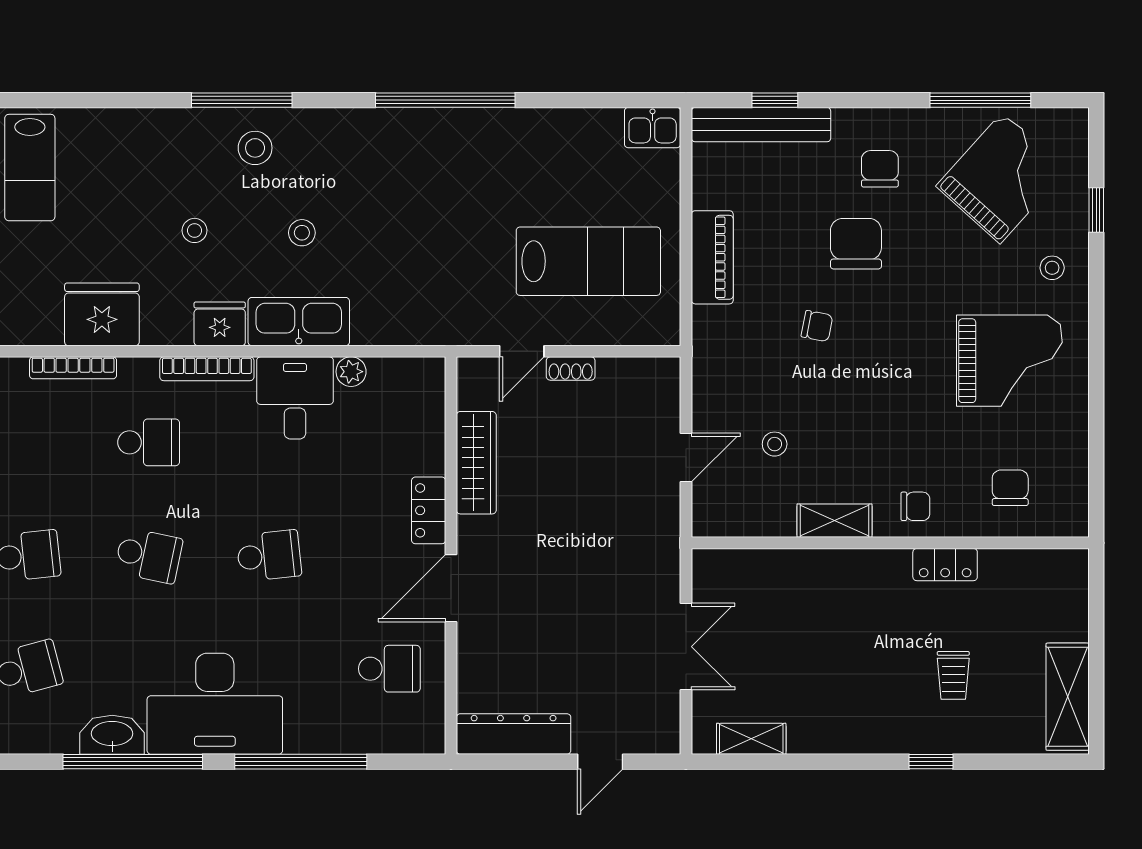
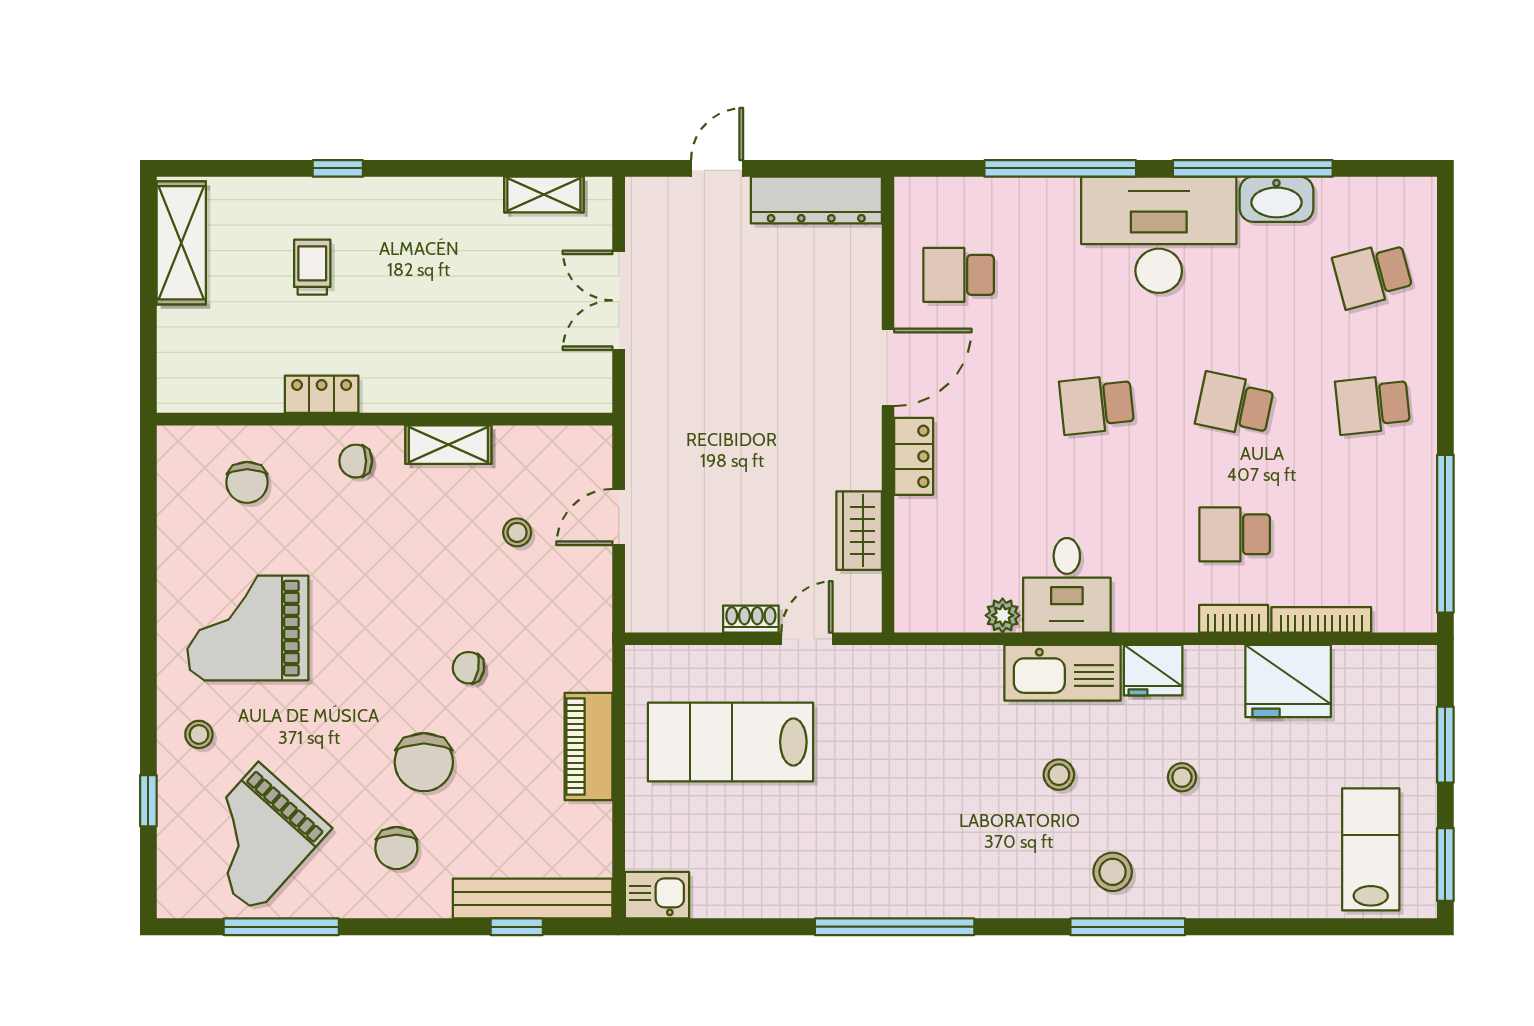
bookcase: (207, 369) -> (1234, 619), moved, width x0.64
wardrobe: (476, 463) -> (859, 531), width x0.67

